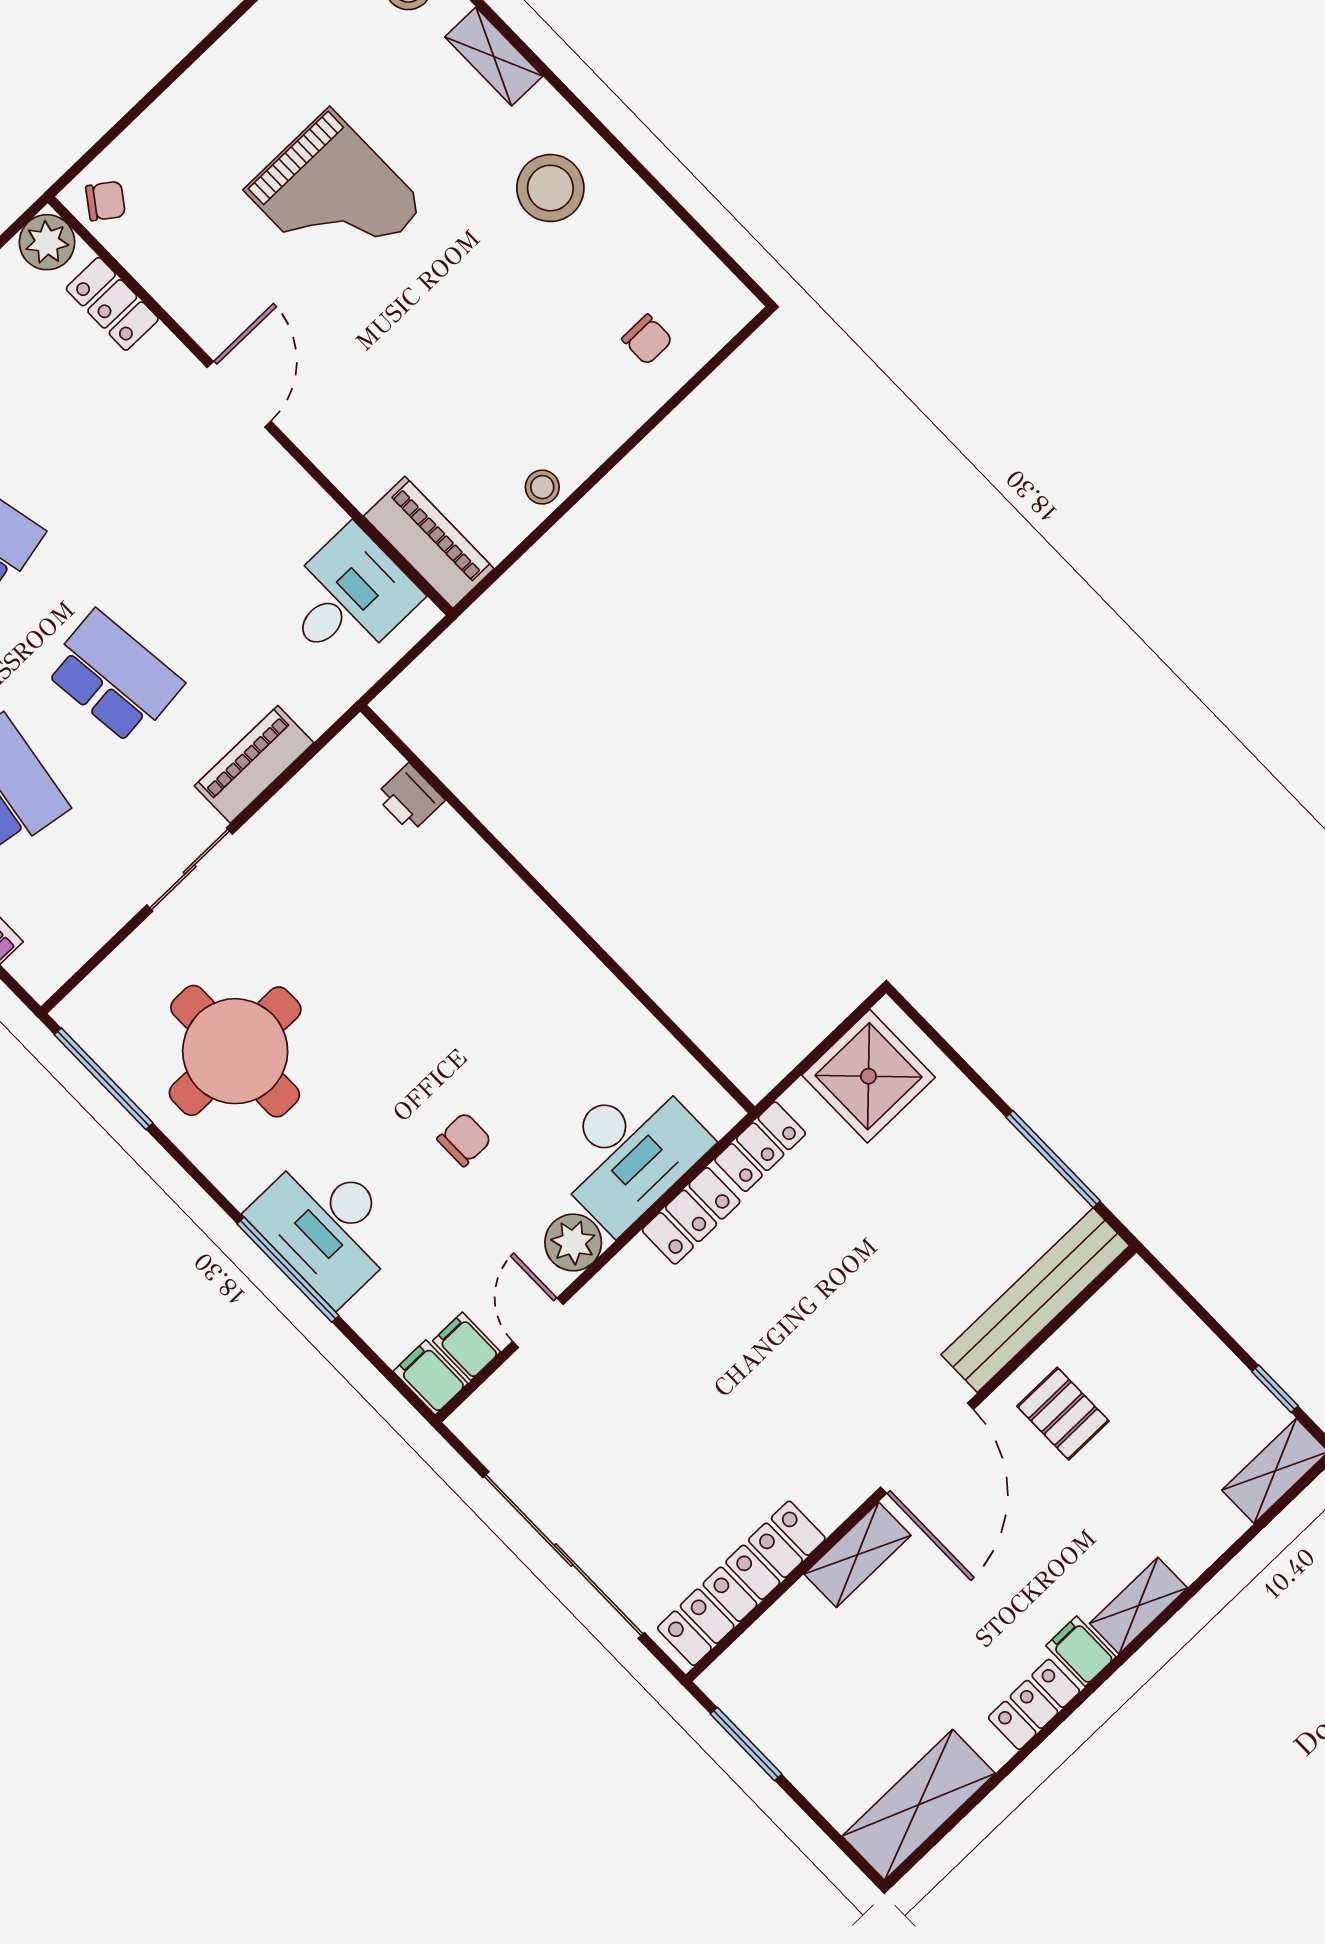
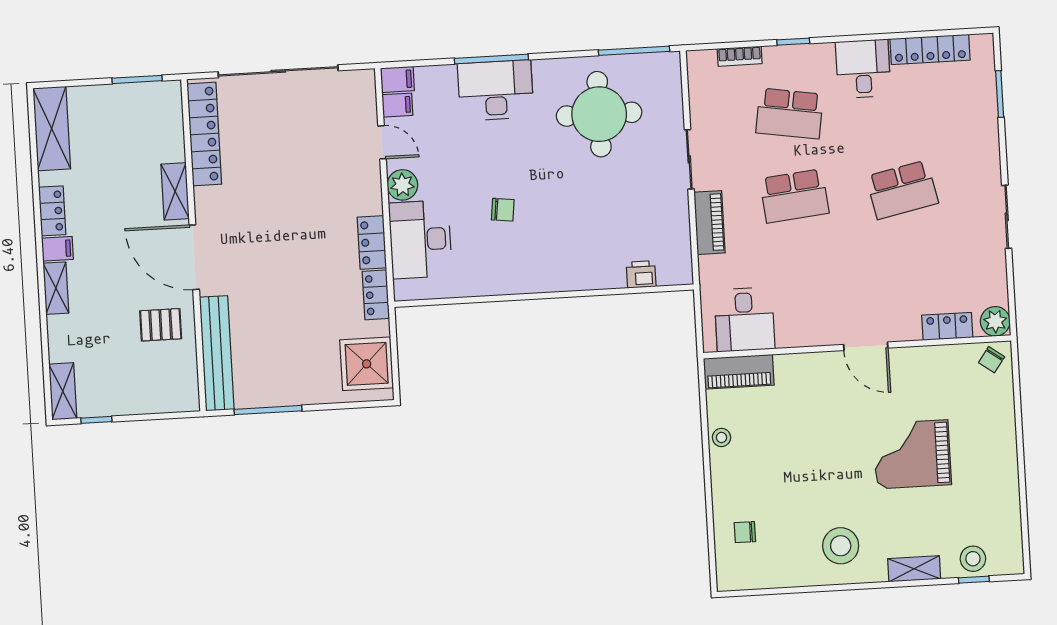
chair: (464, 1139) -> (503, 210), moved, turned -83

